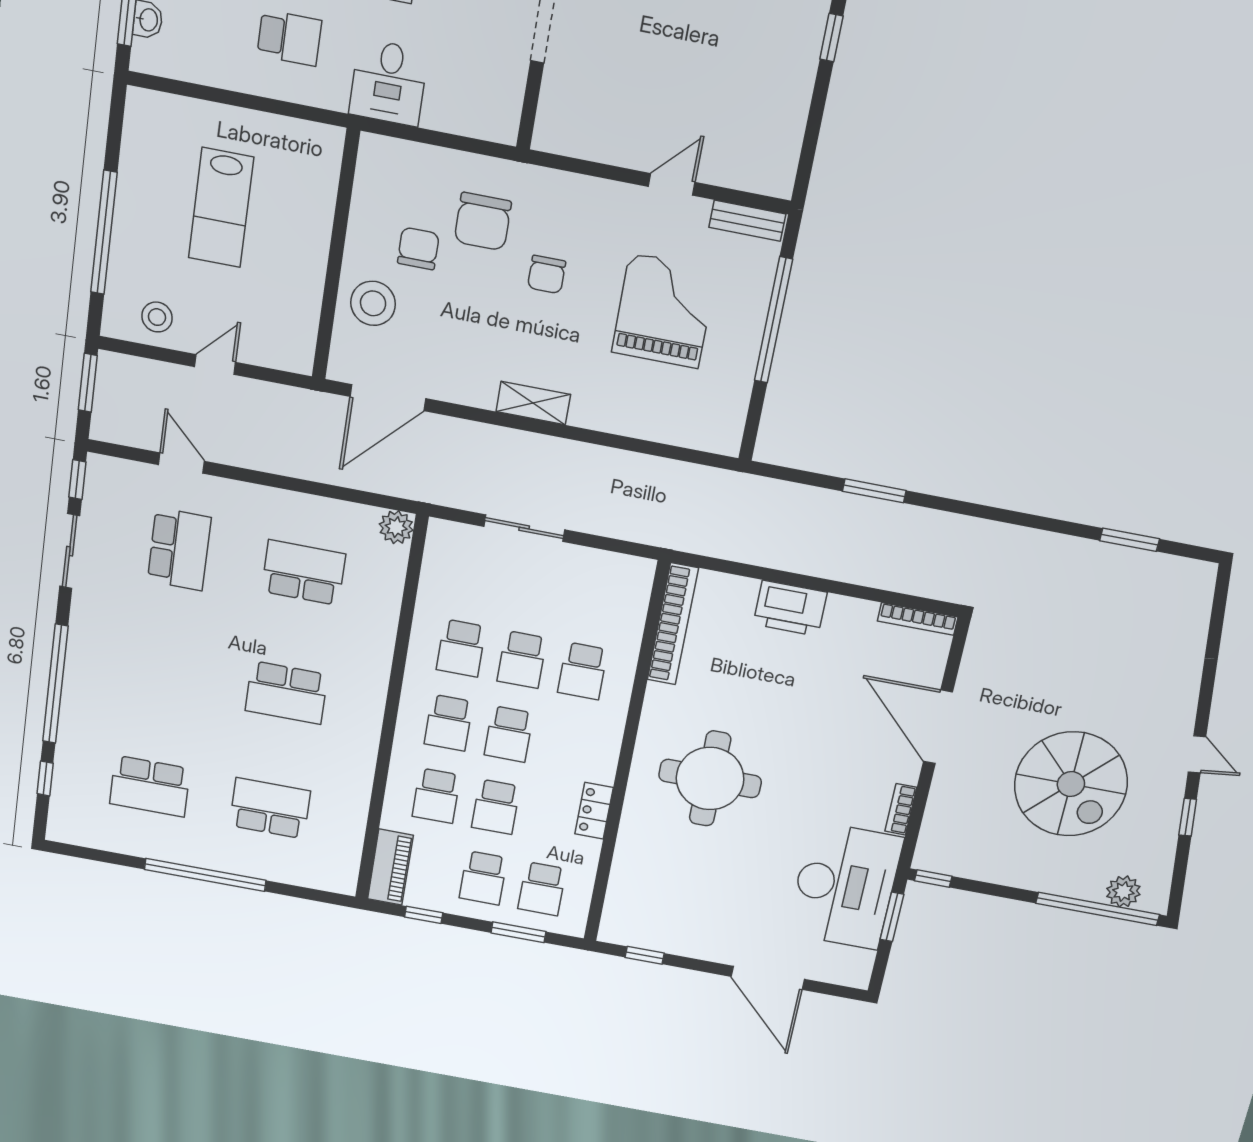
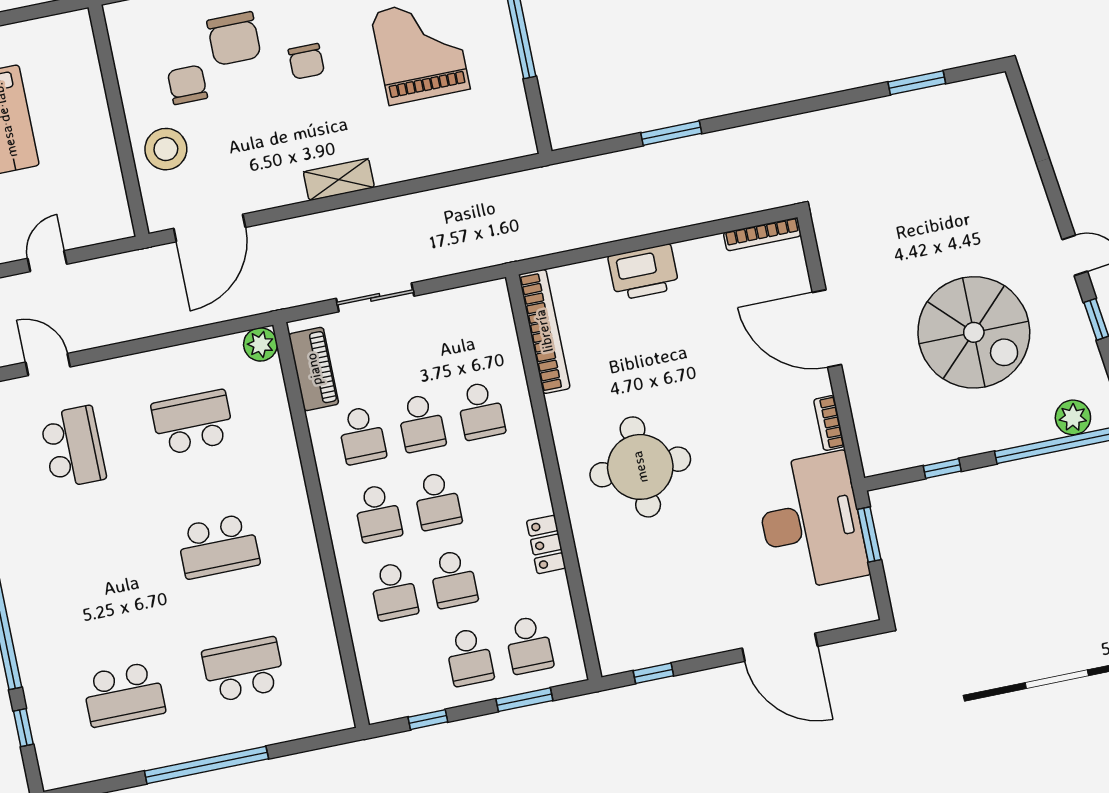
piano: (390, 867) -> (314, 369), moved
window: (933, 878) -> (942, 468), moved

